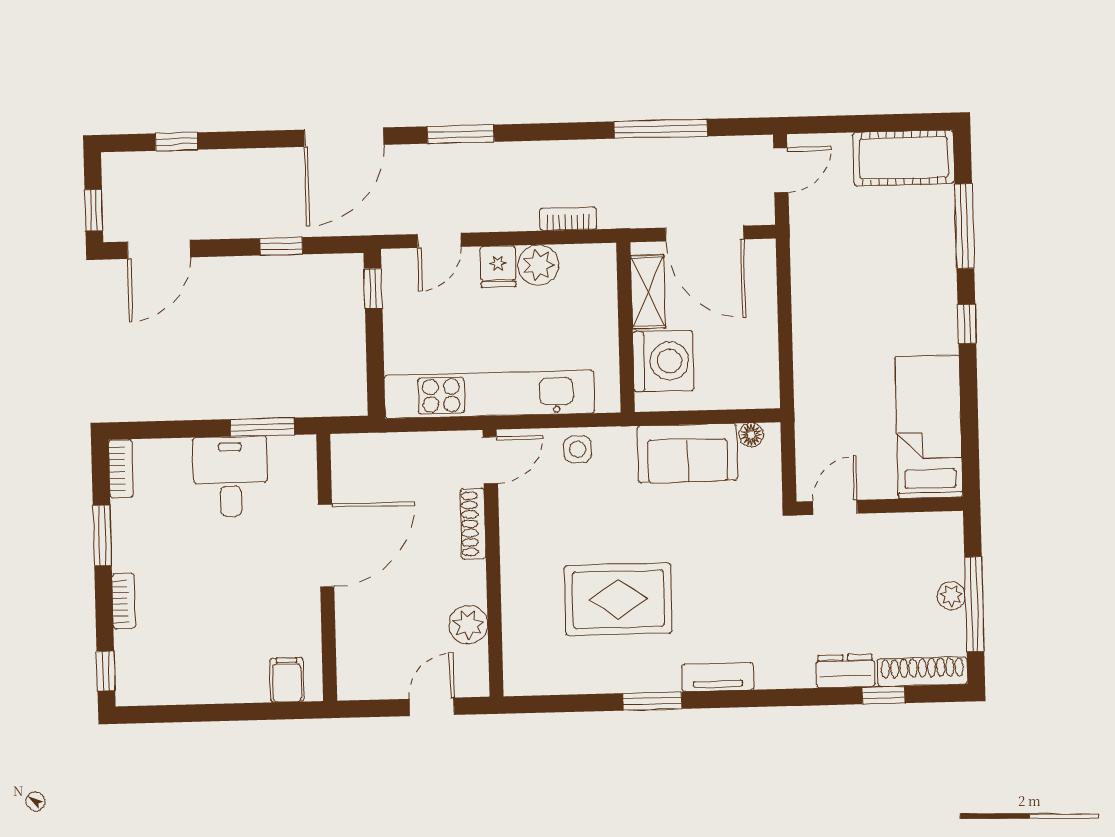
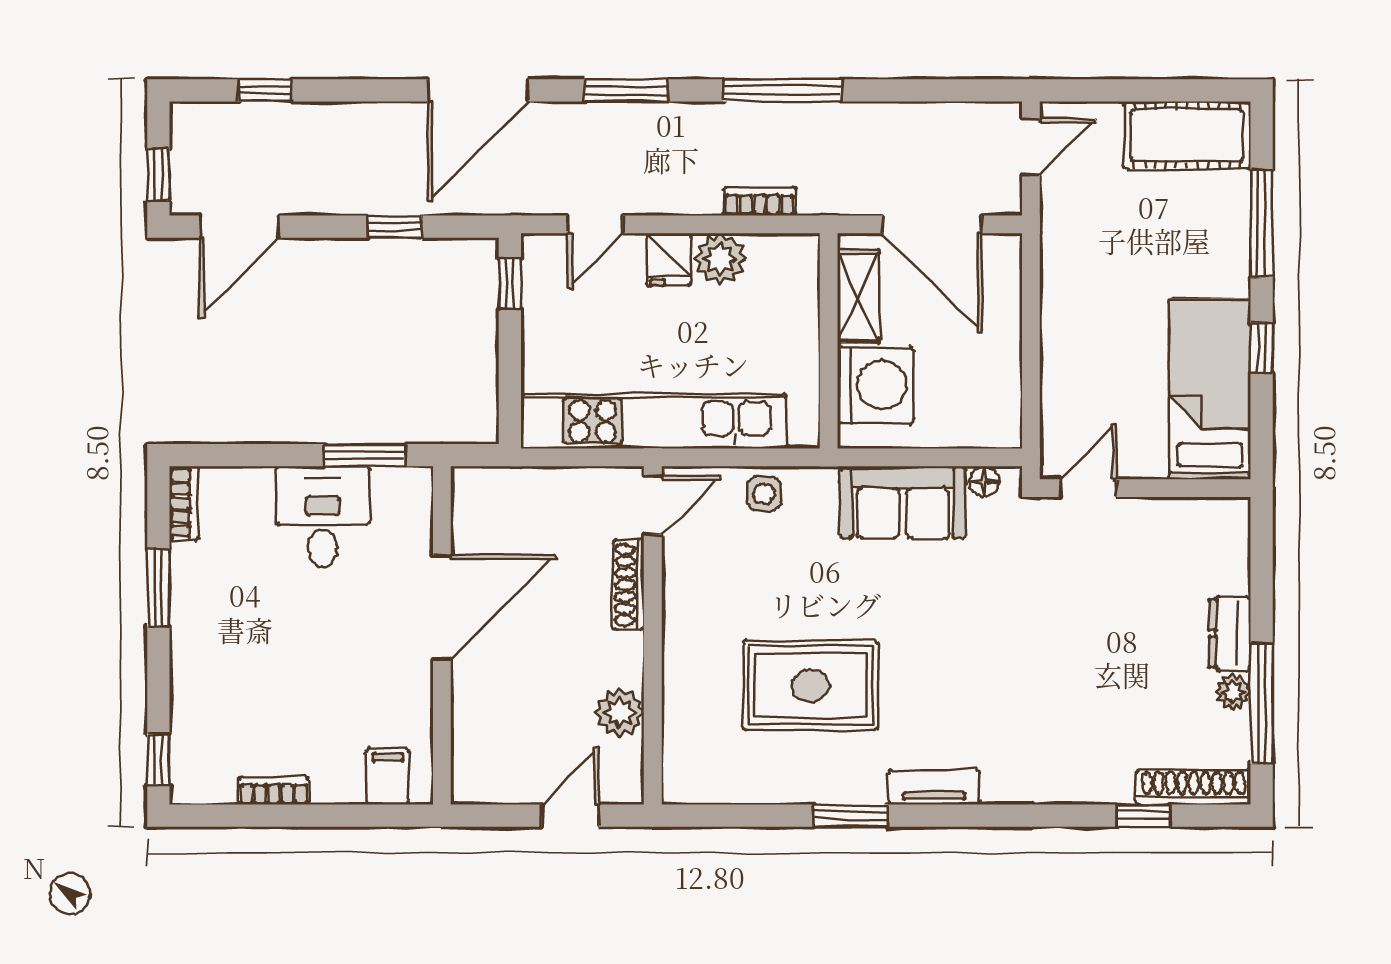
window: (661, 129) -> (782, 90), moved
bed: (929, 427) -> (1210, 389), moved
wall: (880, 506) -> (1145, 488), moved
door: (835, 507) -> (1089, 488), moved
bookcase: (124, 601) -> (274, 791), moved, turned -90
dresser: (845, 671) -> (1230, 634), moved, turned -90

